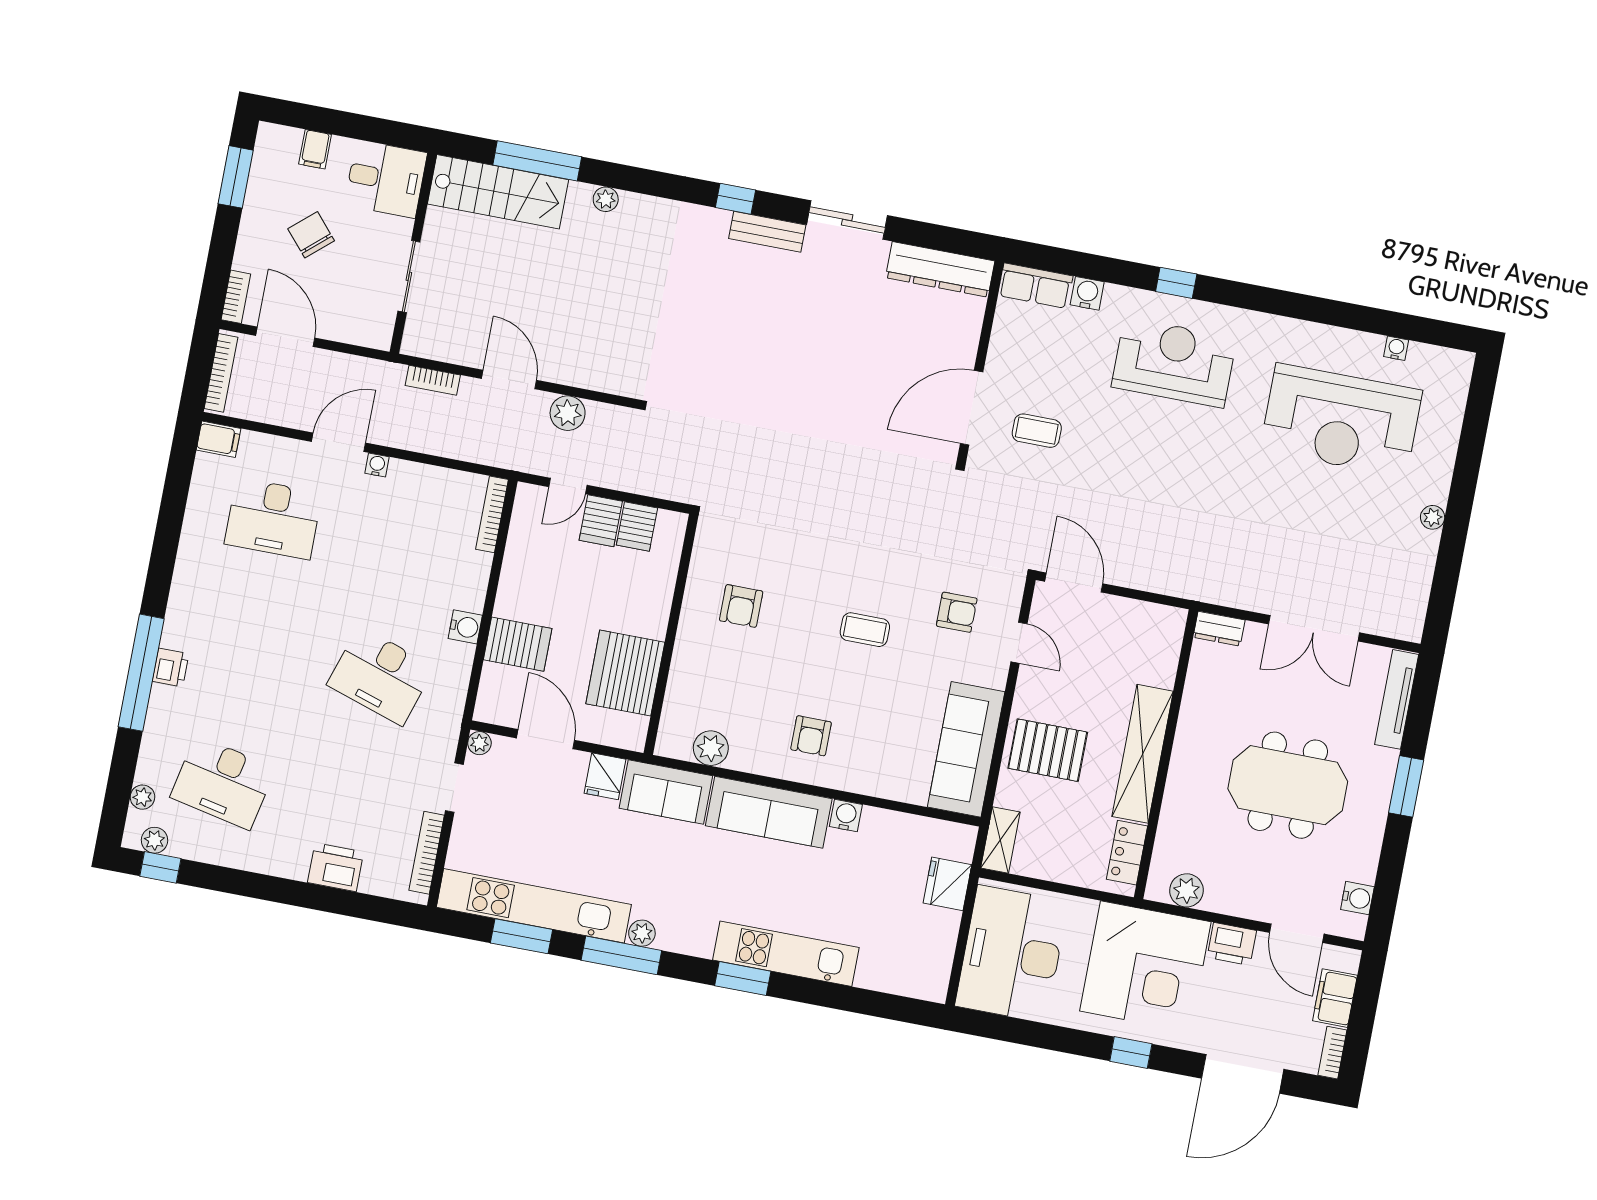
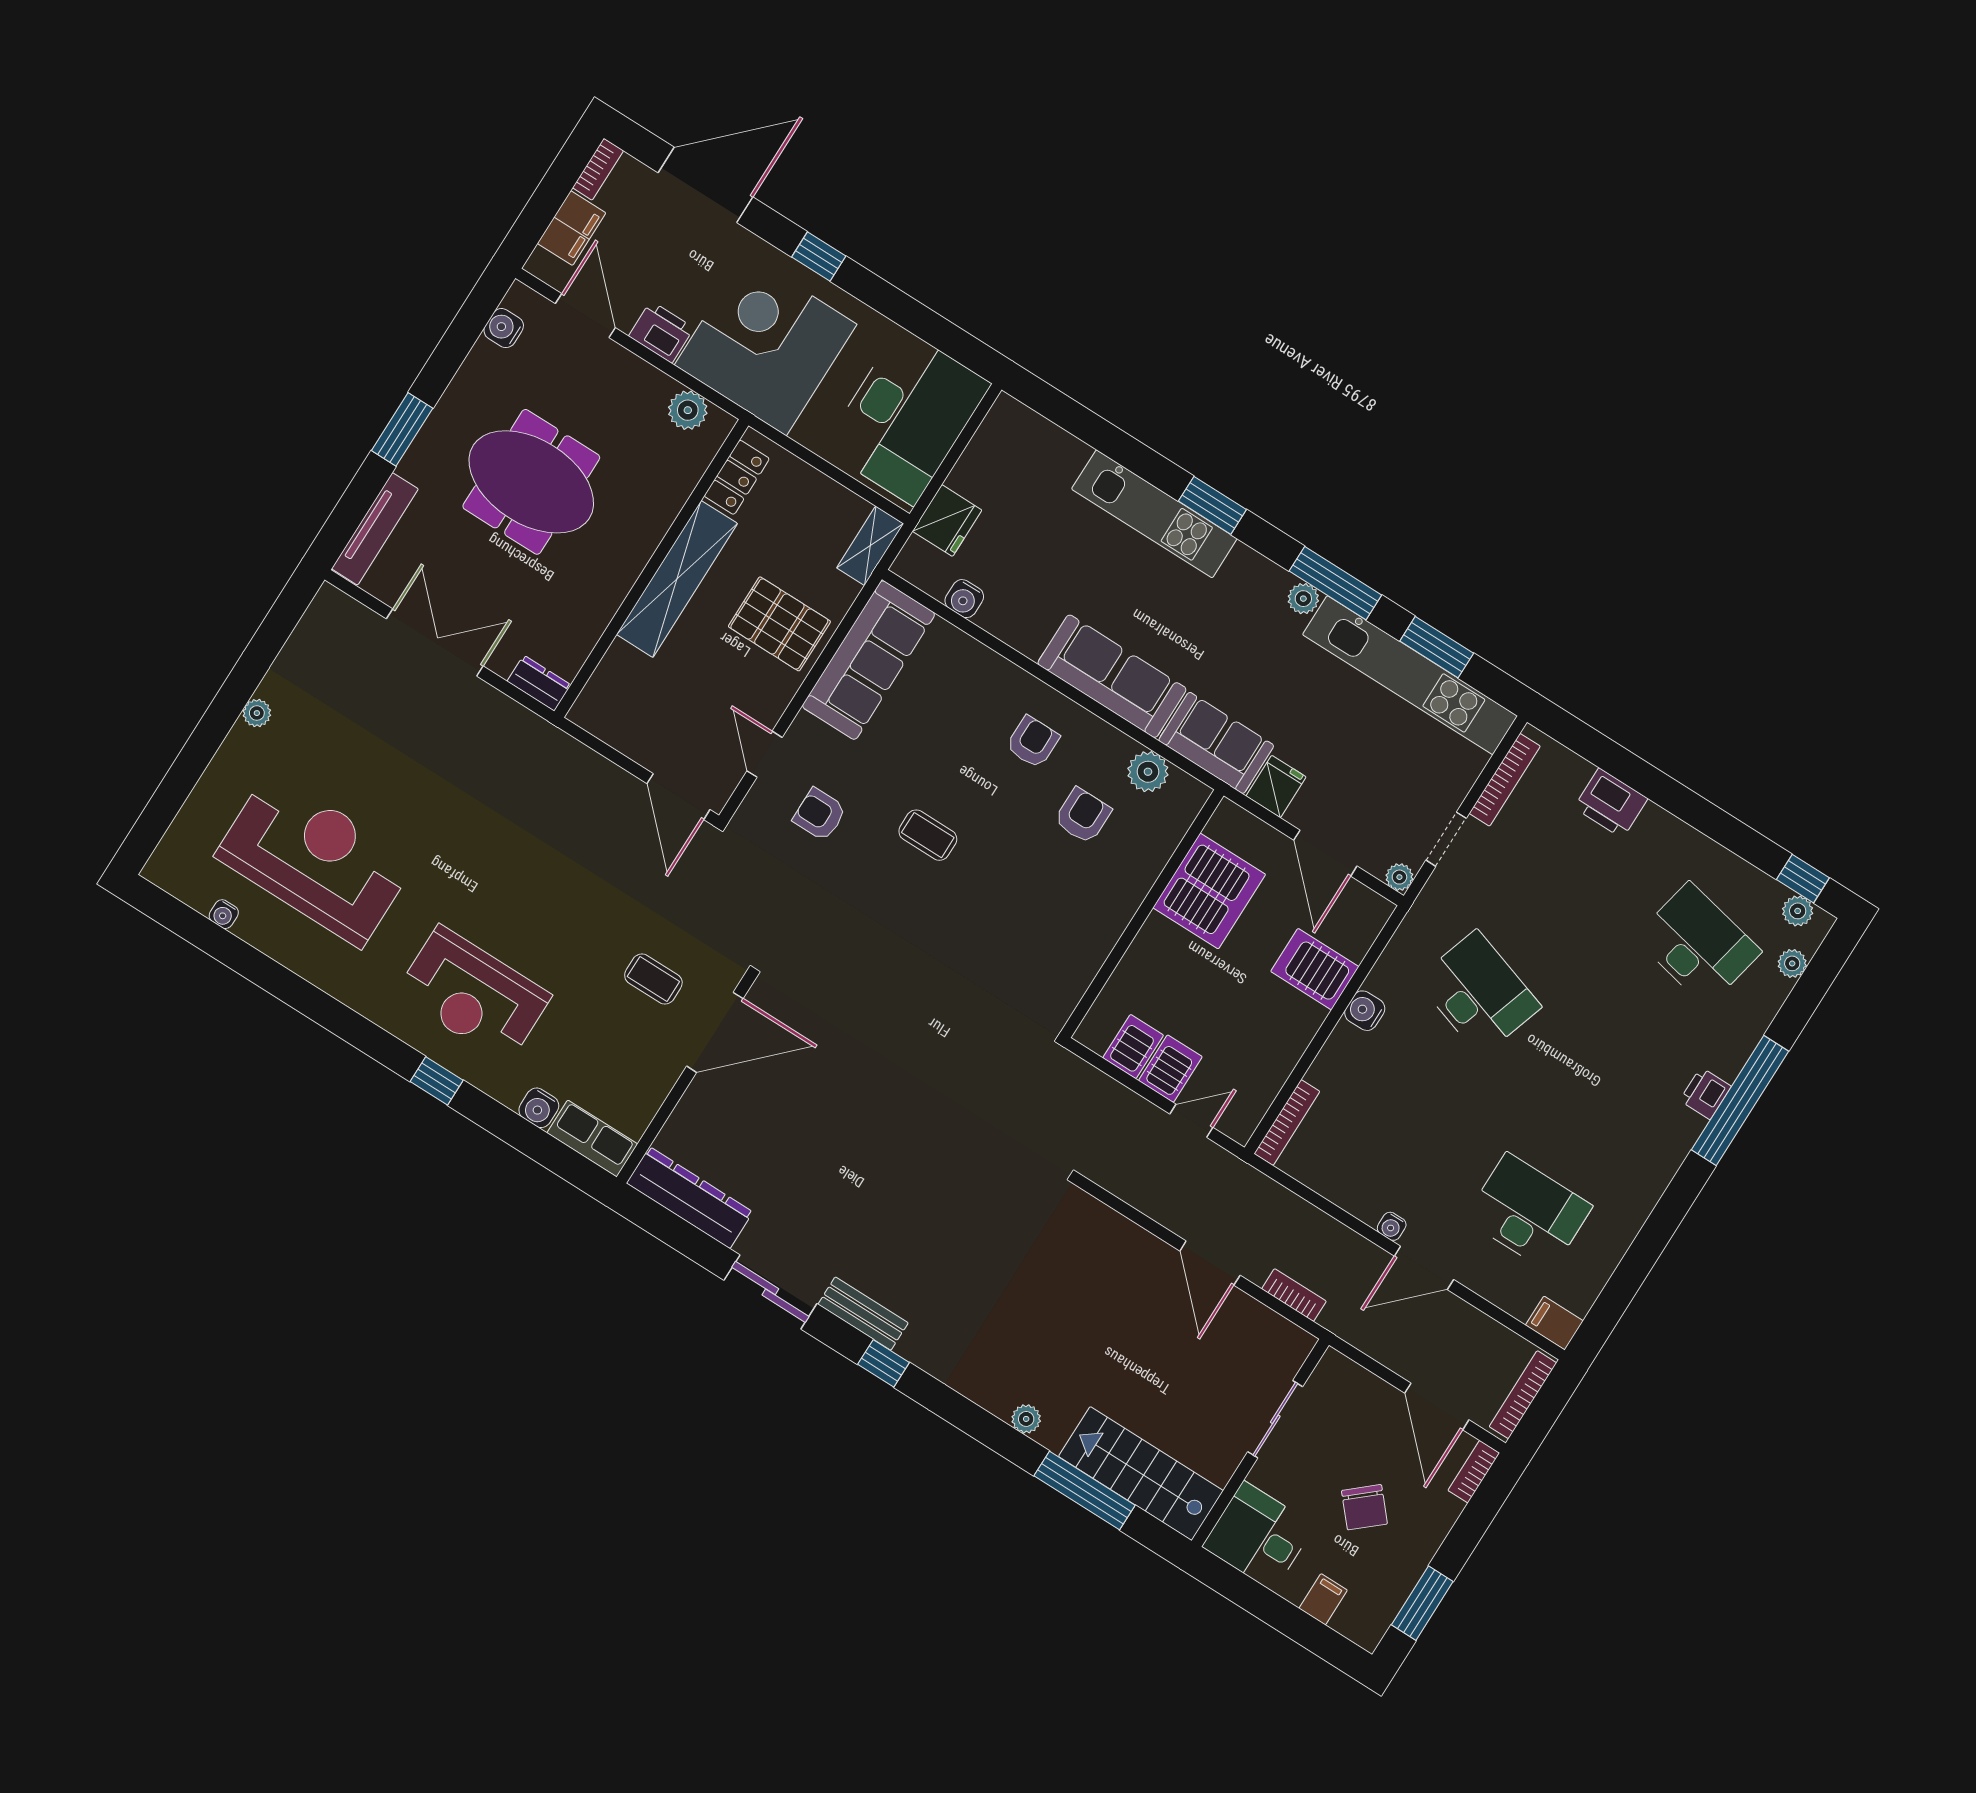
plant: (568, 413) -> (1160, 1201), removed
armchair: (741, 606) -> (1083, 816), moved
water cooler: (846, 816) -> (964, 599), moved

